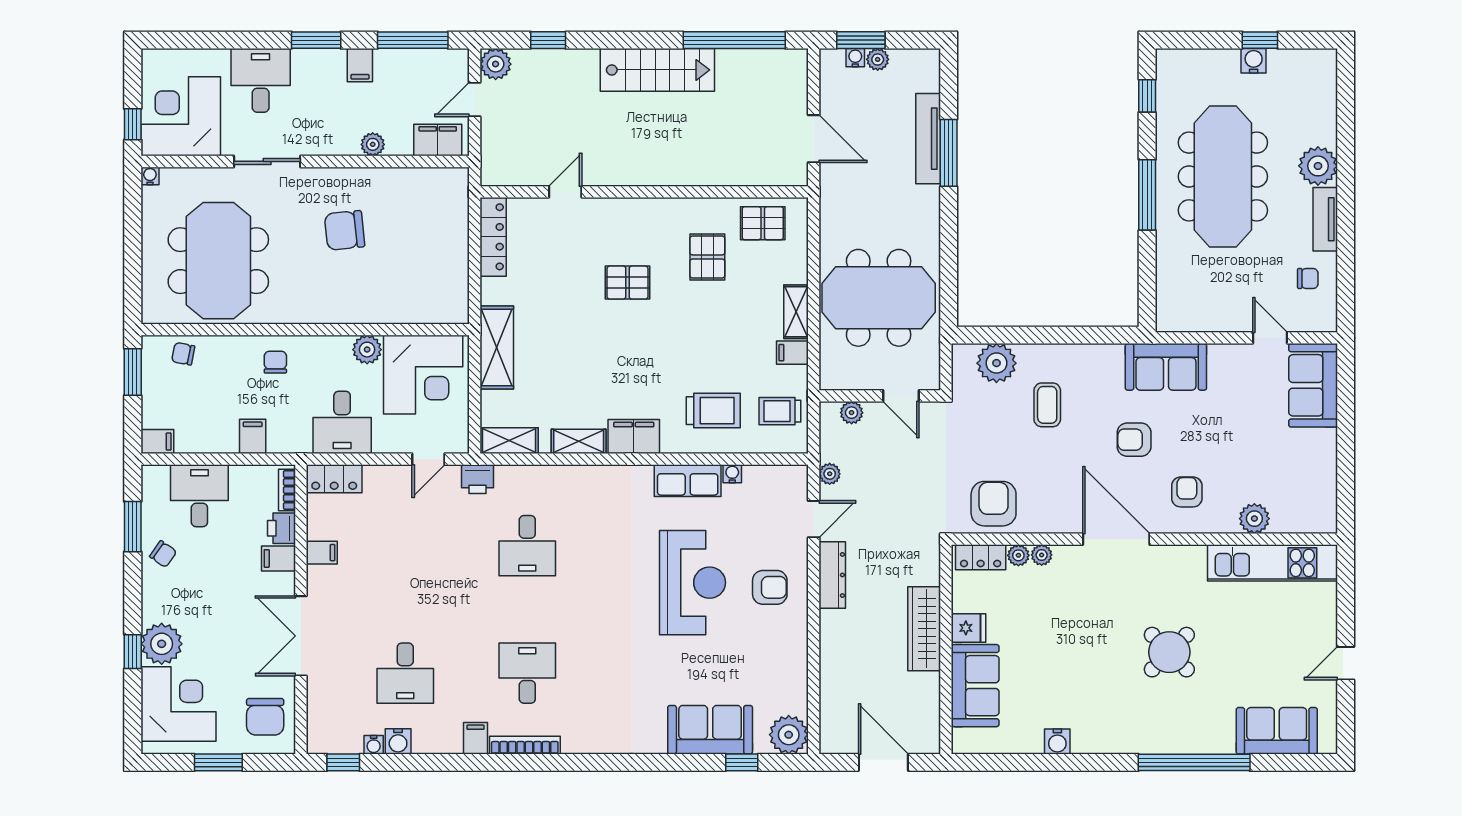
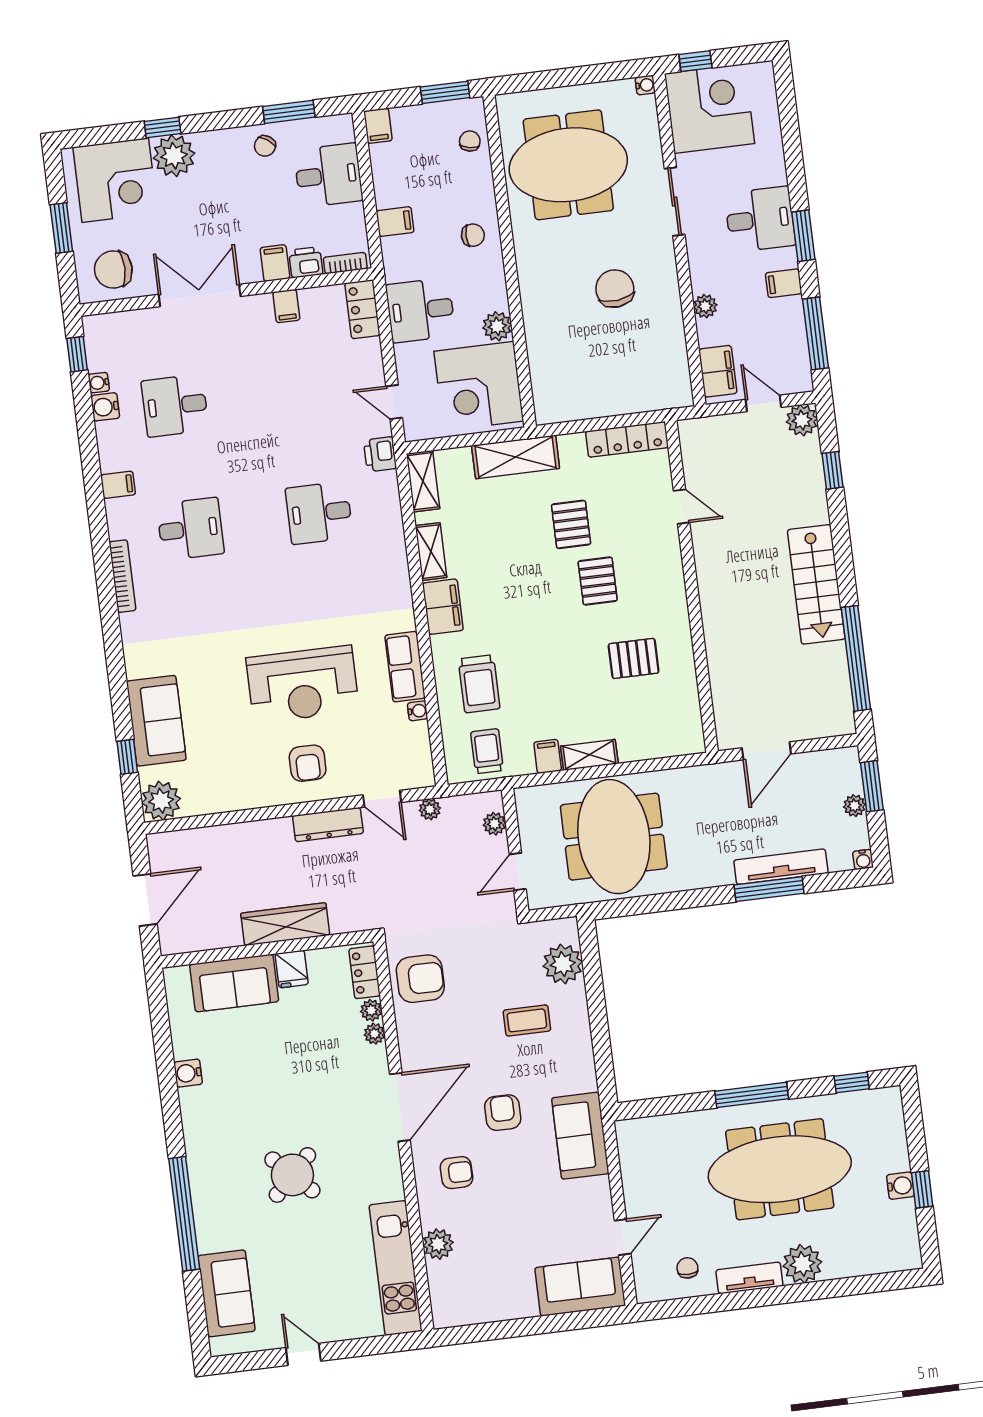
water cooler: (855, 58) -> (863, 859), moved, turned 90
desk: (261, 80) -> (760, 219), moved
pallet: (763, 223) -> (571, 524), moved
chair: (1308, 278) -> (687, 1268), turned 180
bookcase: (525, 745) -> (122, 576), moved

